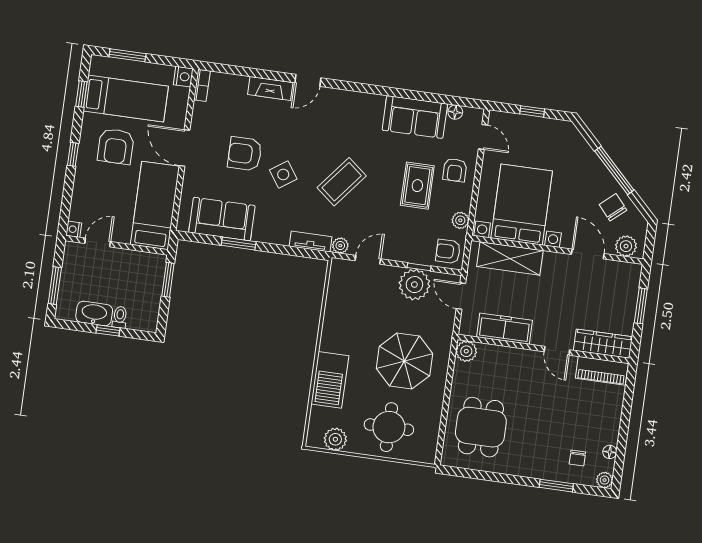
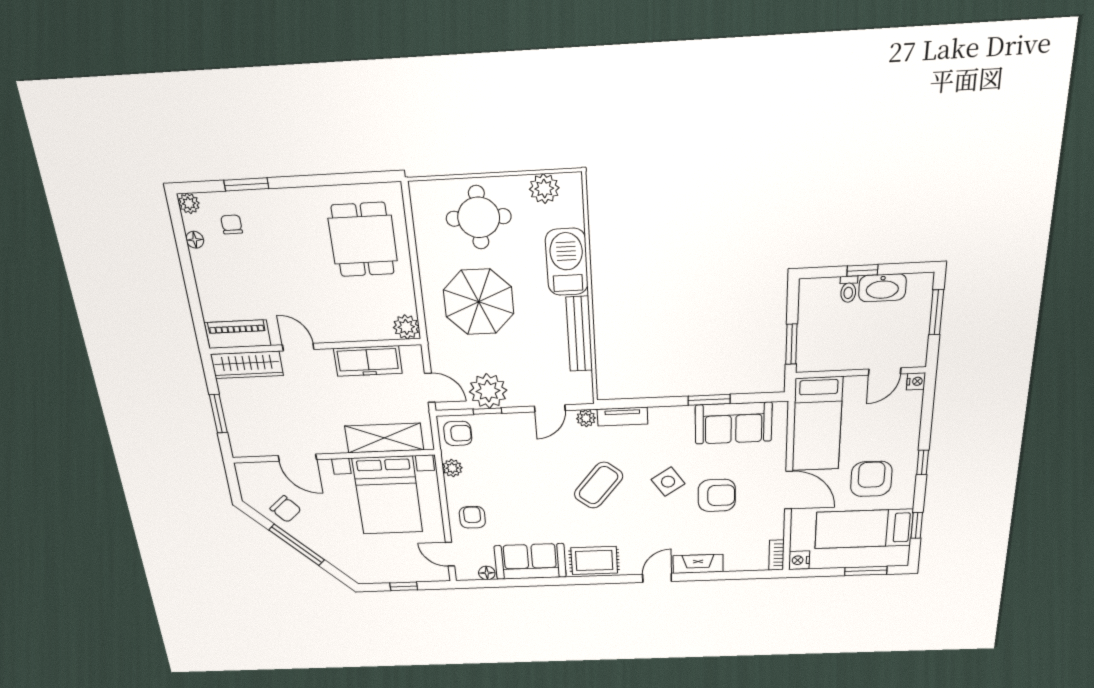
rug: (417, 186) -> (594, 560), moved, turned 90
plant: (626, 246) -> (258, 473), removed
bench: (332, 320) -> (579, 334), added

